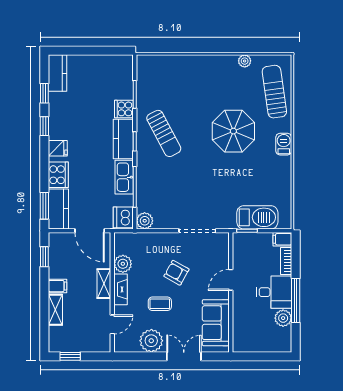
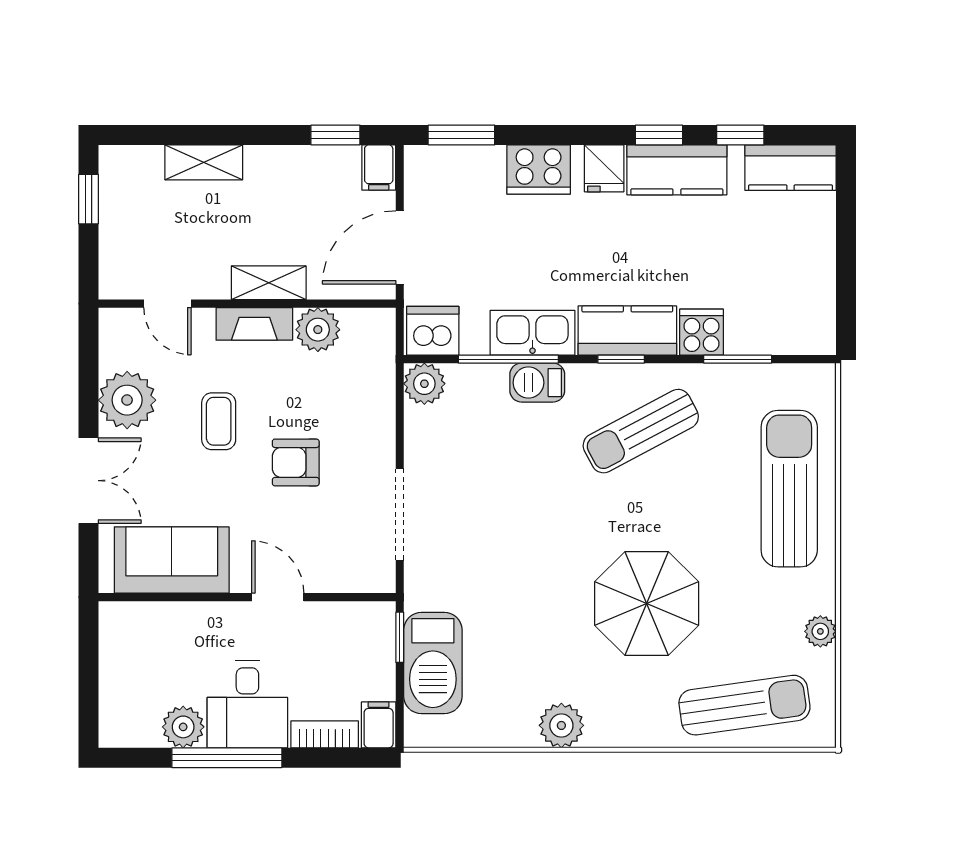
sun lounger: (187, 74) -> (789, 489), added
barbecue: (284, 144) -> (537, 383), moved, turned 180
plant: (283, 165) -> (561, 725), added
kitchen counter: (58, 209) -> (677, 170), moved
armchair: (176, 273) -> (296, 462), turned -119
filing cabinet: (57, 286) -> (379, 167), moved

